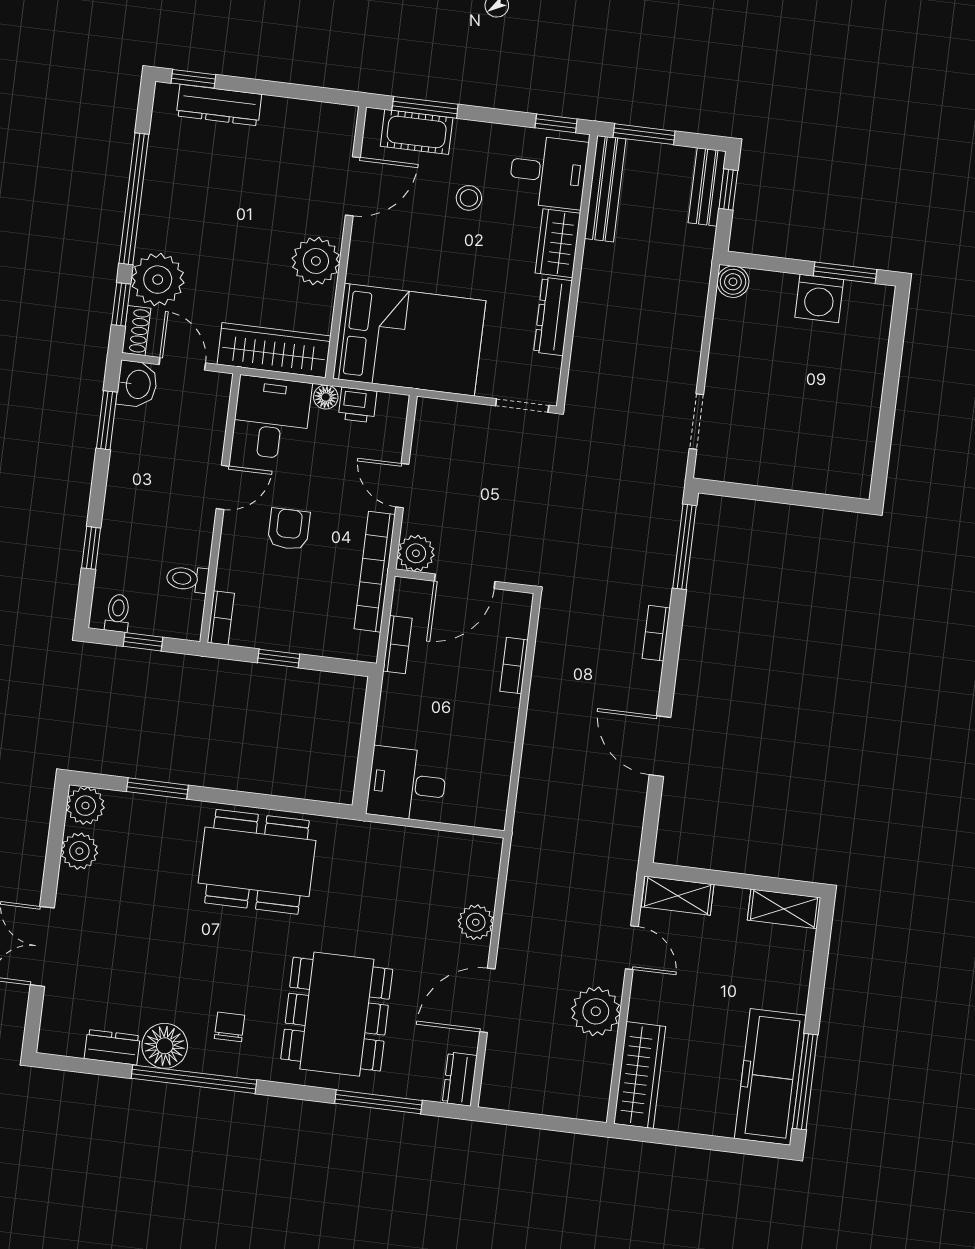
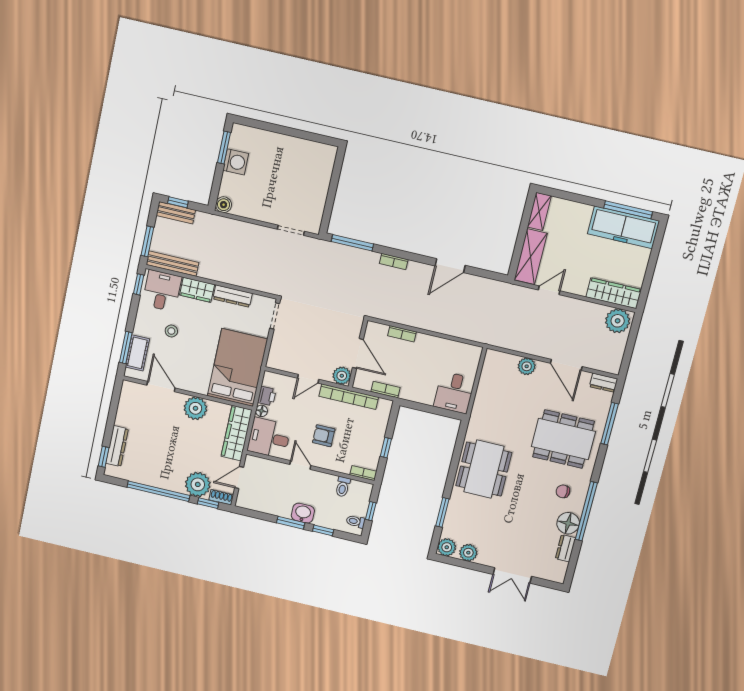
washbasin: (137, 384) -> (303, 513), moved
window: (107, 420) -> (291, 523), moved
shelving: (678, 896) -> (531, 257), width x1.50, depth x1.33
plant: (596, 1011) -> (618, 321), moved

